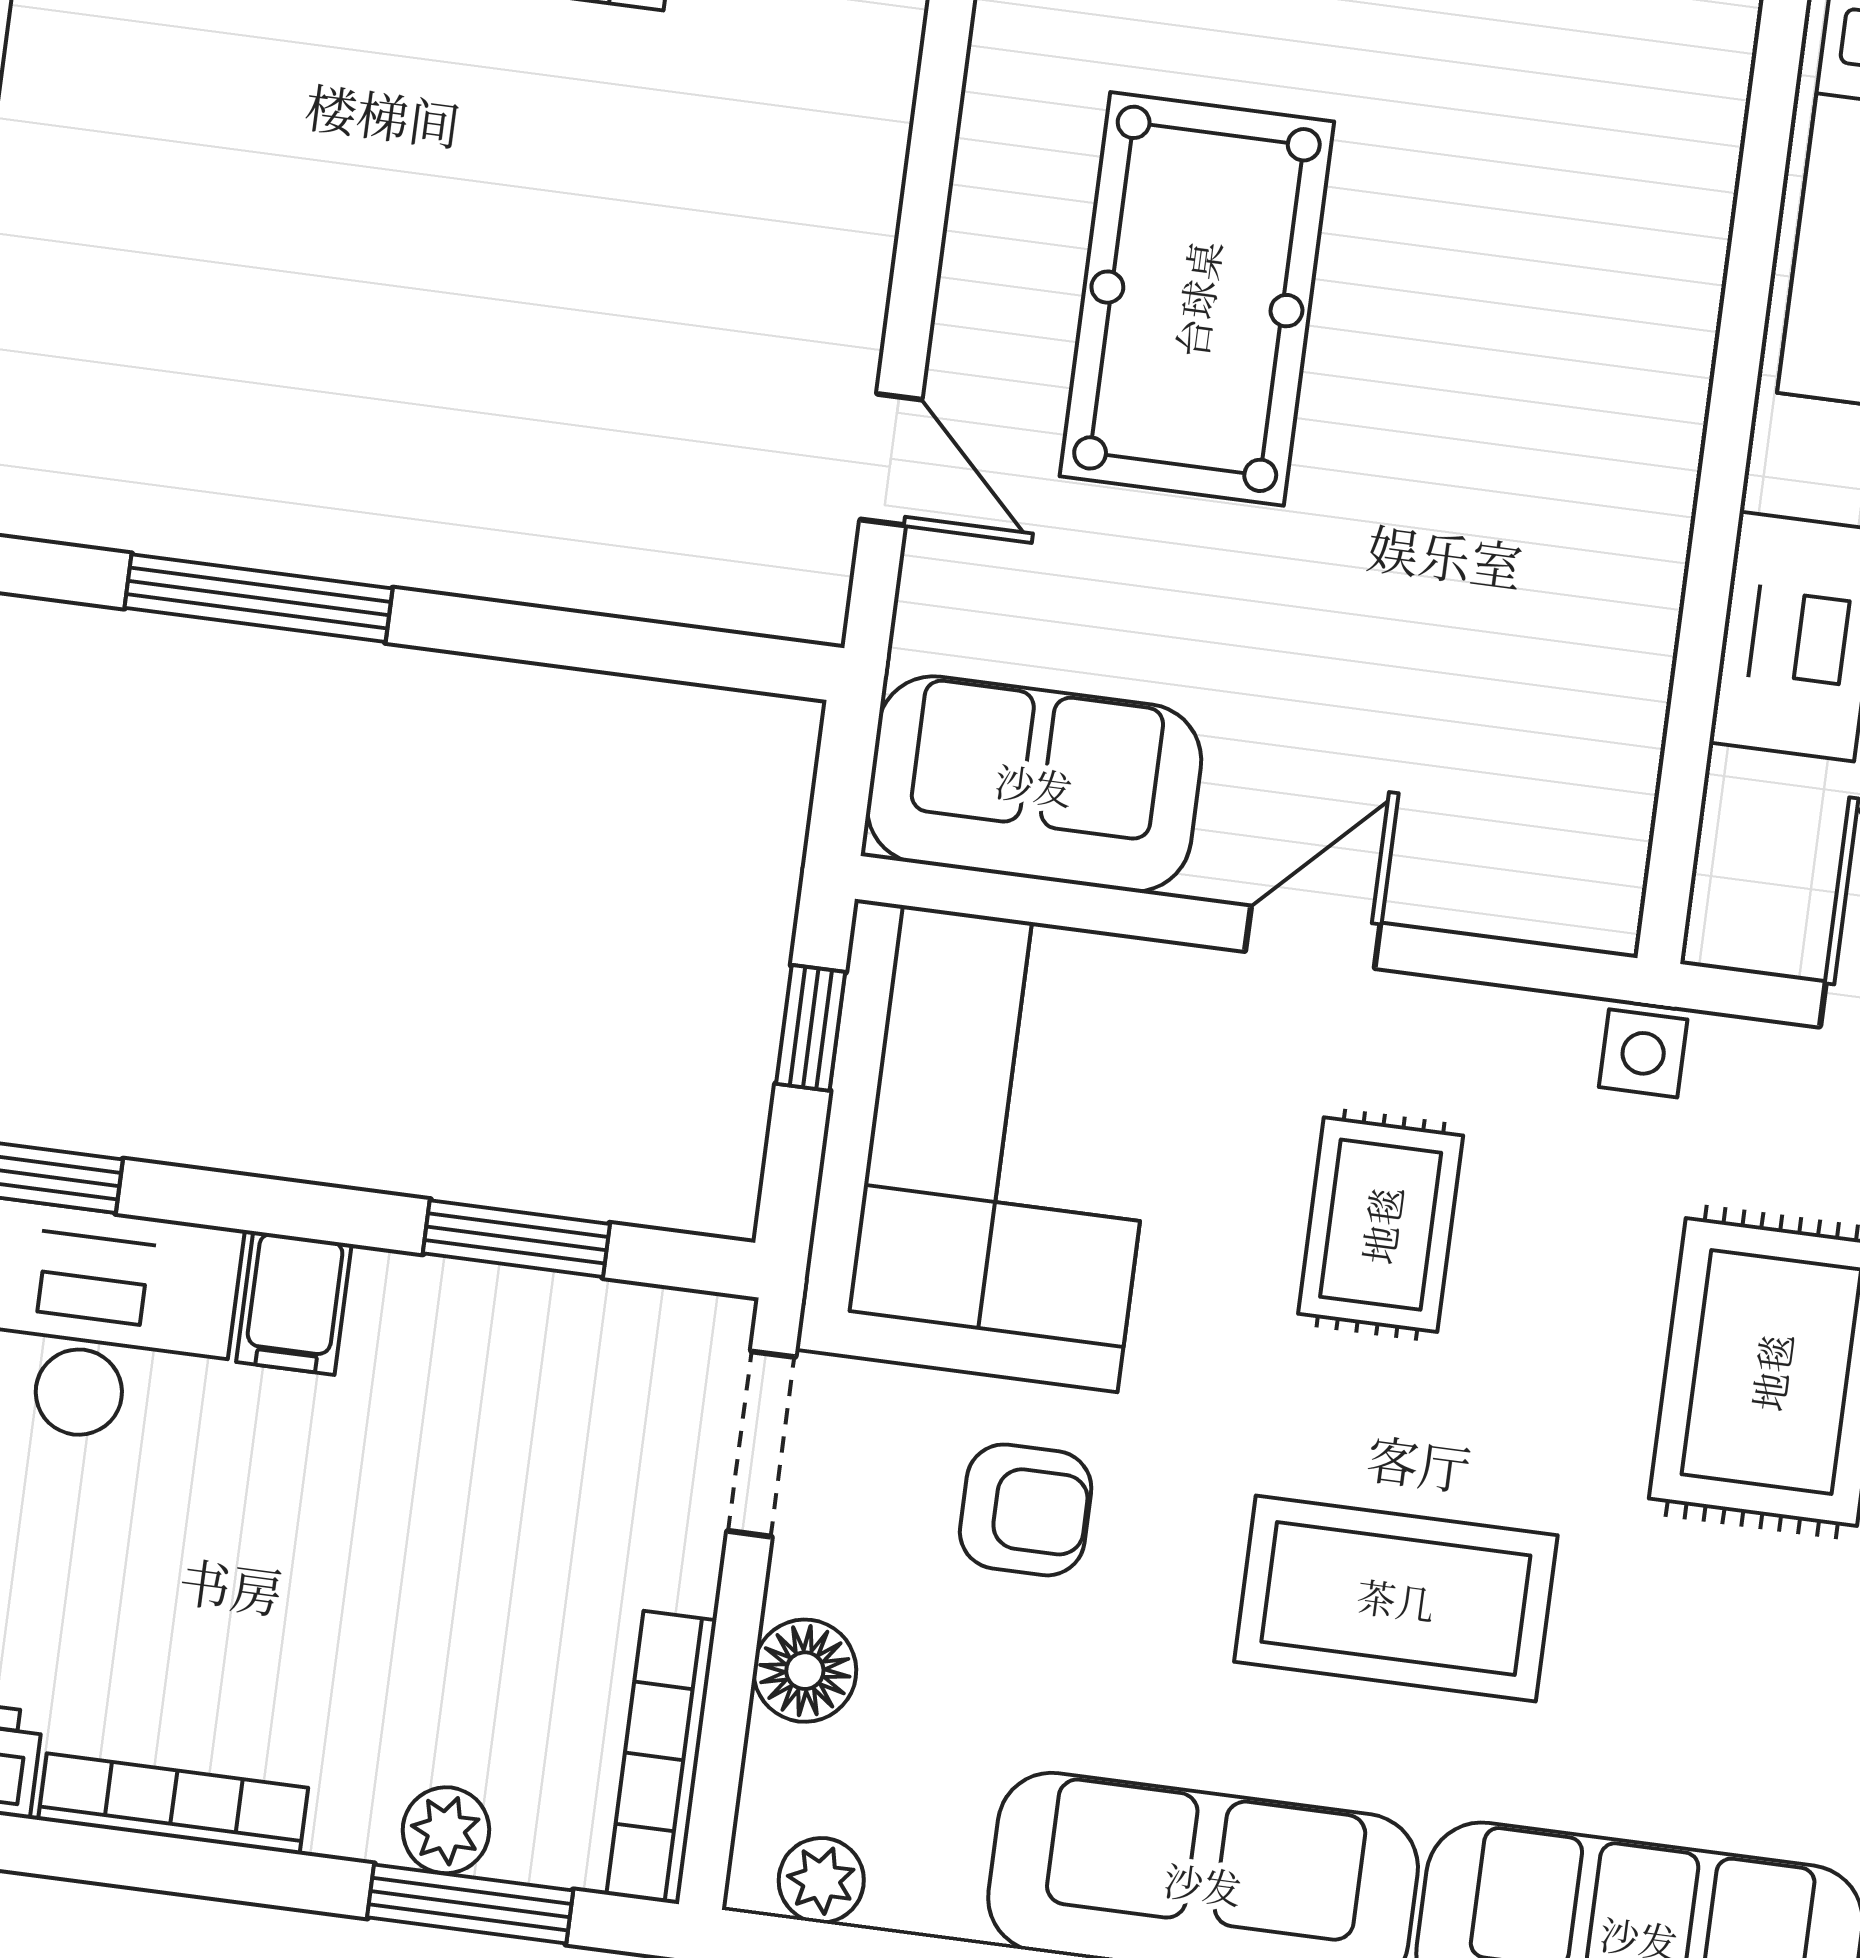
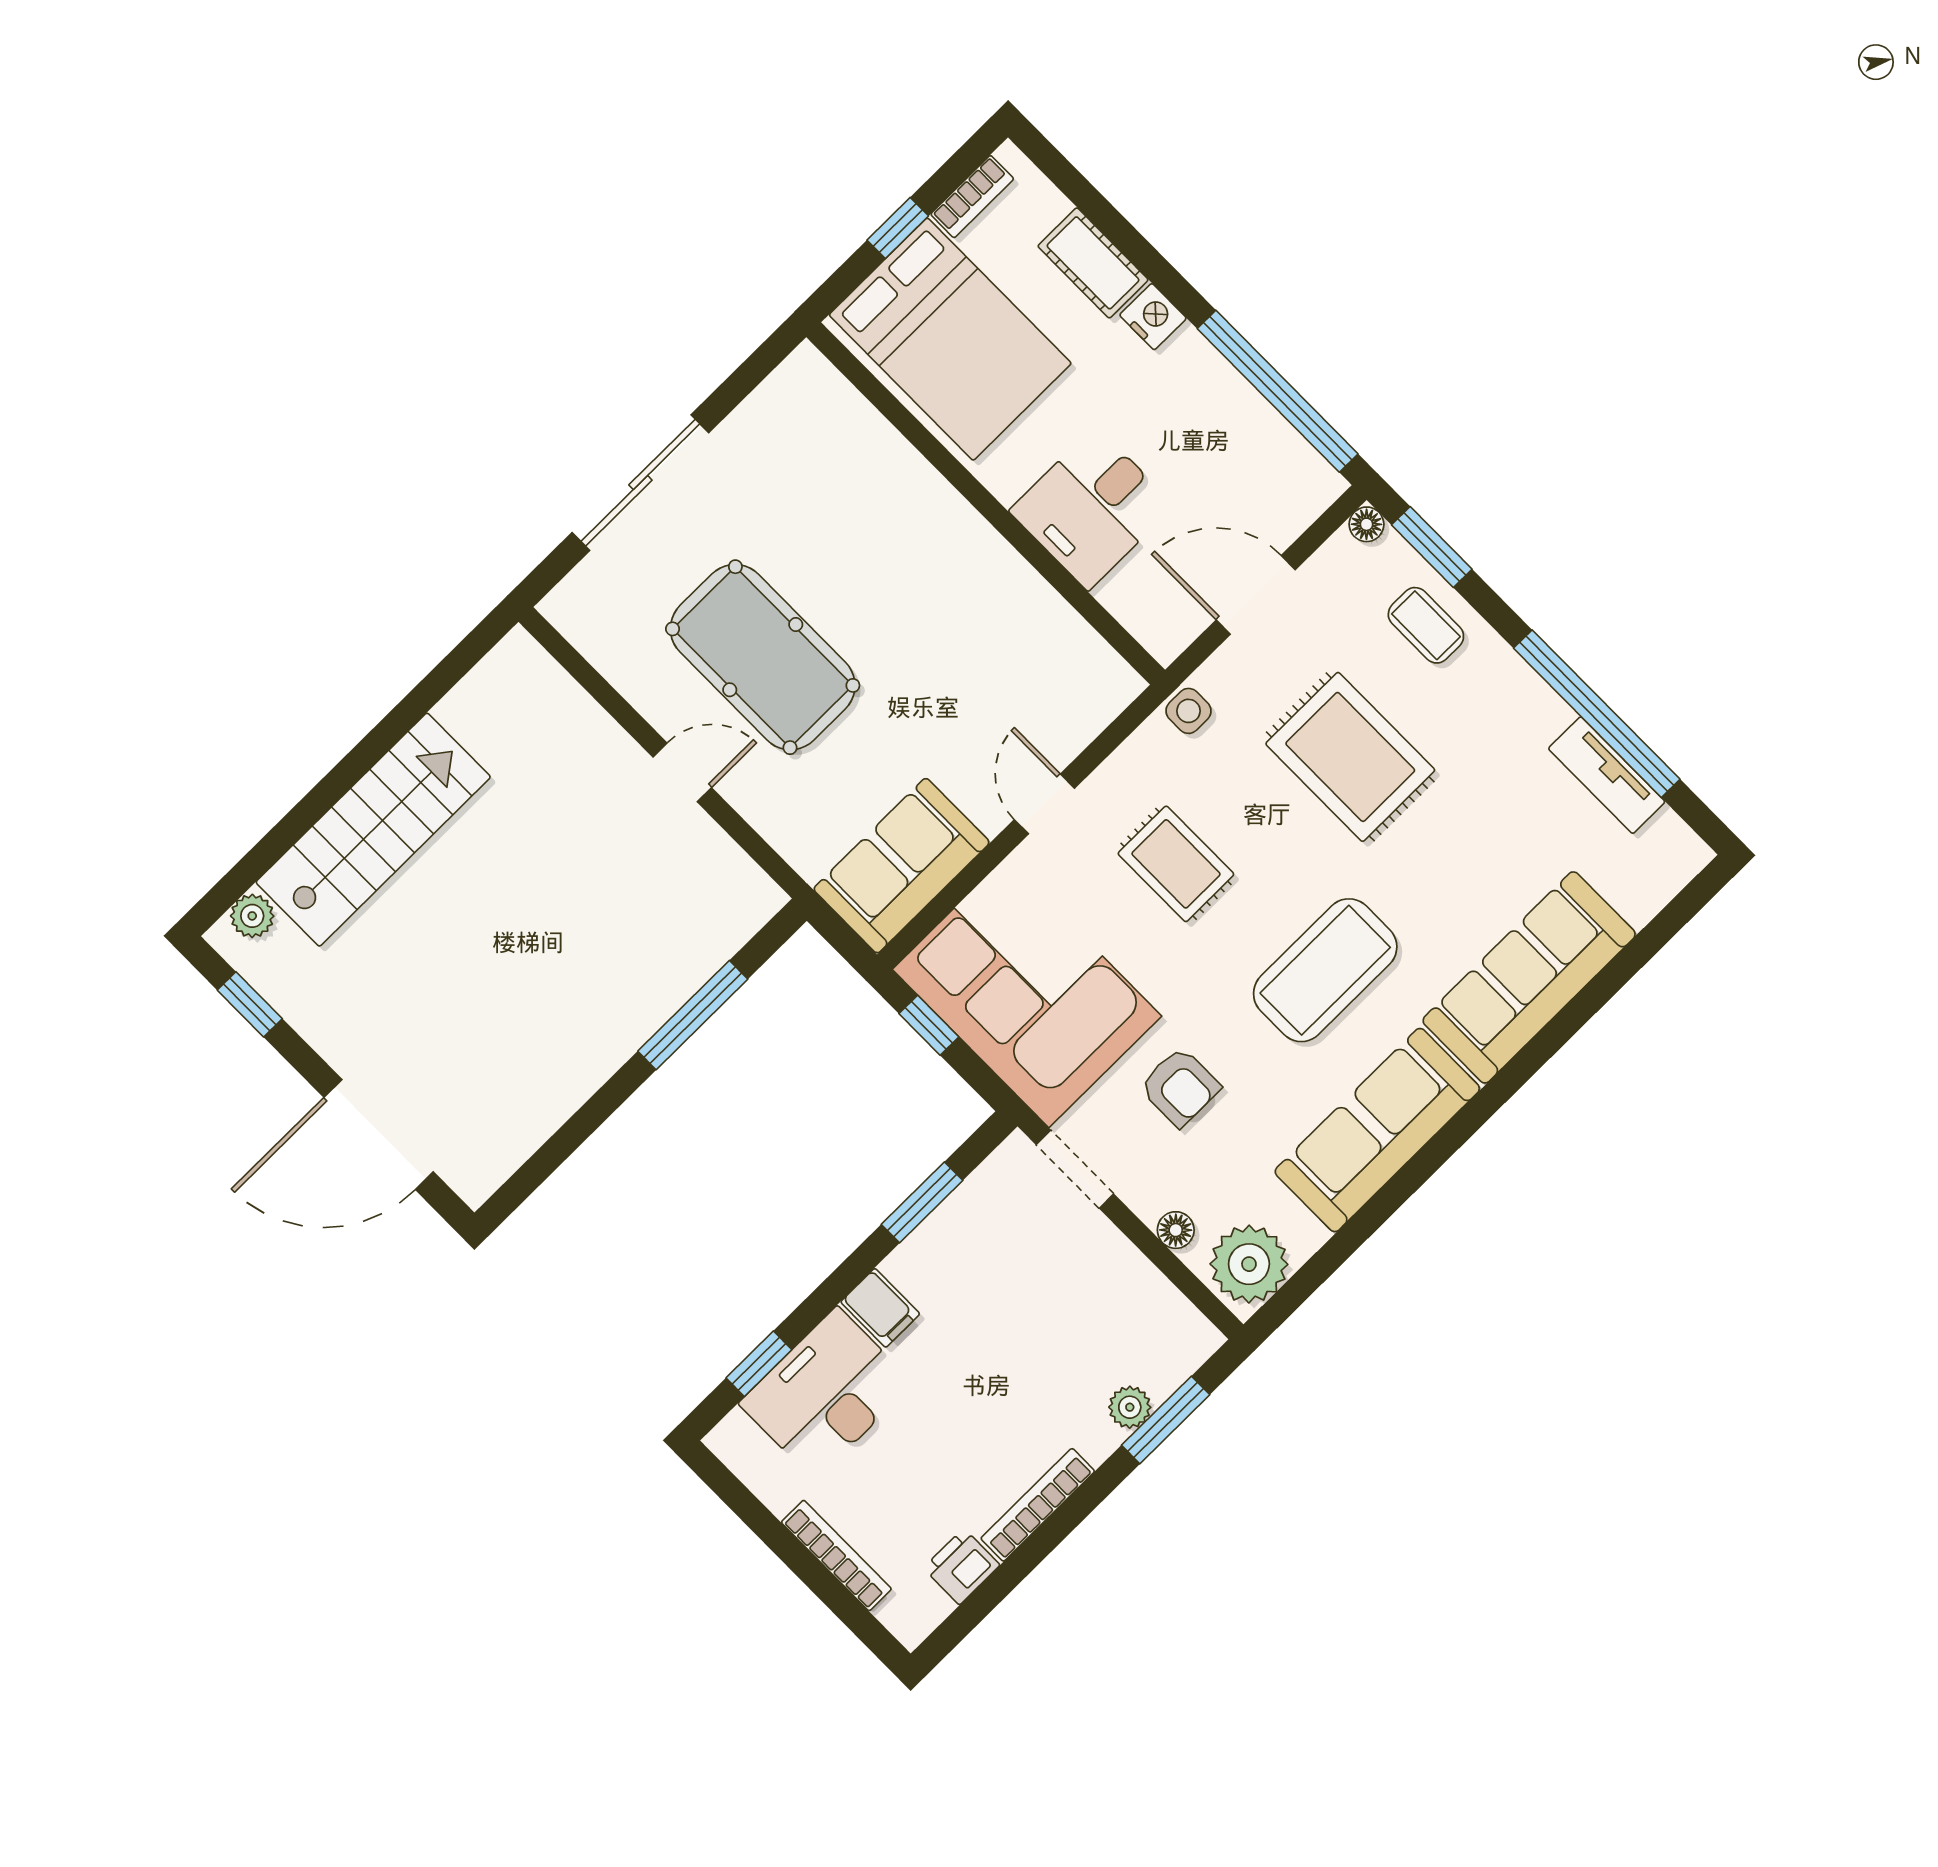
door: (891, 460) -> (682, 772), moved
window: (259, 598) -> (693, 1015), moved
armchair: (1026, 1510) -> (1180, 1087), turned 90
floor lamp: (805, 1671) -> (1176, 1230), width x0.73, depth x0.73
bookcase: (661, 1758) -> (1166, 1302), removed
plant: (821, 1880) -> (1249, 1264), width x1.87, depth x1.87

